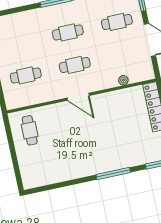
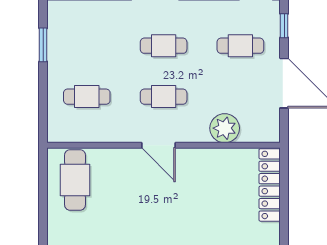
plant: (123, 80) -> (225, 128), width x1.87, depth x1.87
cafe table: (30, 130) -> (75, 180), width x1.37, depth x1.35

